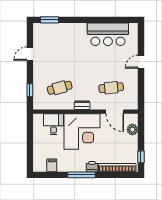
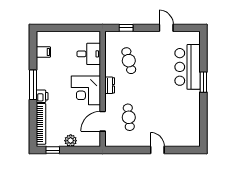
window: (50, 20) -> (203, 82), moved
bar counter: (108, 34) -> (188, 67), moved
plant: (132, 130) -> (71, 141), moved
corner desk: (82, 132) -> (86, 90), width x0.74, depth x0.74

